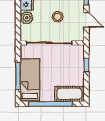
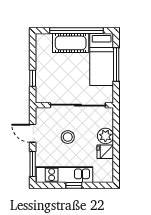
cot: (69, 94) -> (71, 43), moved

